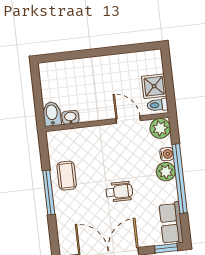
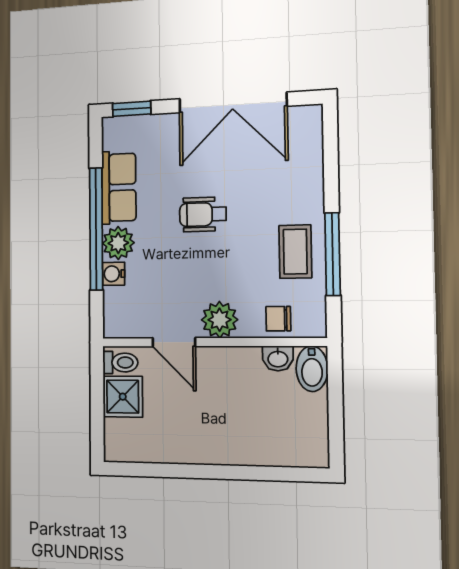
plant: (160, 128) -> (220, 320), moved
chair: (72, 139) -> (278, 319), added
window: (49, 193) -> (333, 254), moved
row of seats: (171, 223) -> (119, 187), moved

